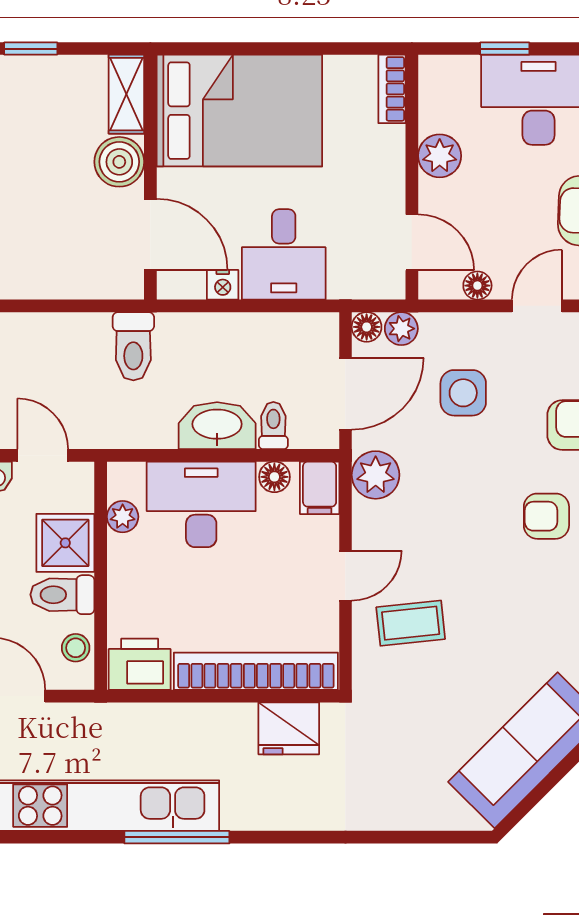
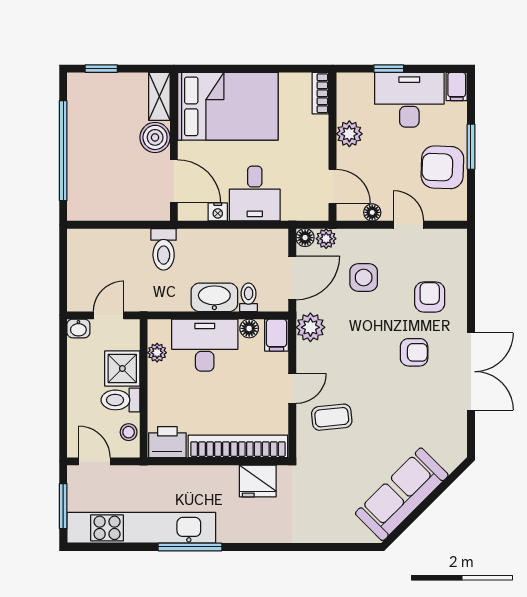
door: (537, 306) -> (408, 225), hinge flipped
door: (43, 455) -> (109, 315), hinge flipped
armchair: (546, 516) -> (414, 352), turned 180

